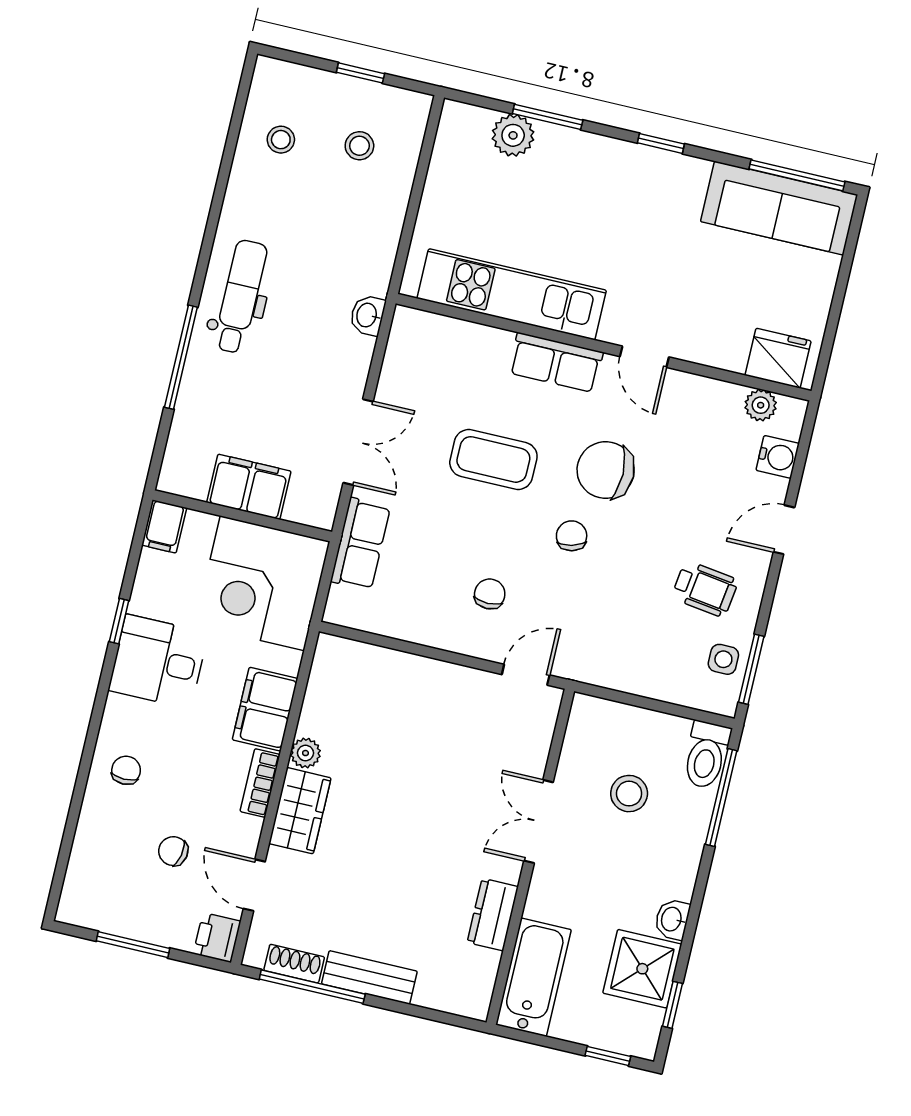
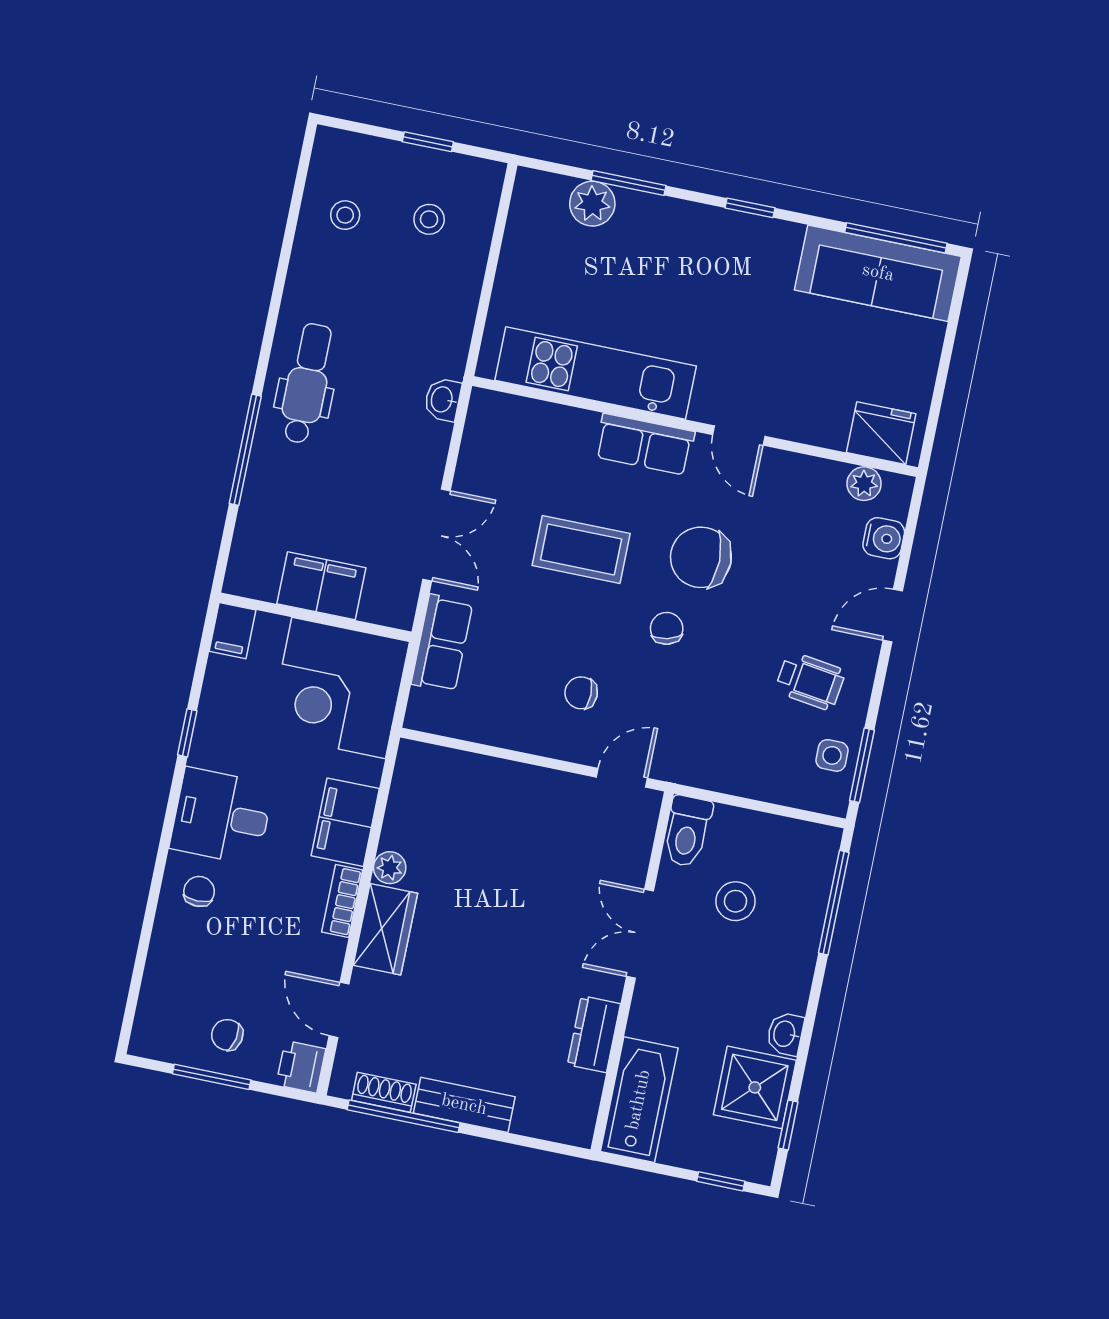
chair: (490, 594) -> (581, 693), turned -90
desk: (158, 662) -> (222, 816), moved
toilet: (706, 755) -> (687, 831), moved
chair: (173, 851) -> (227, 1035), moved

